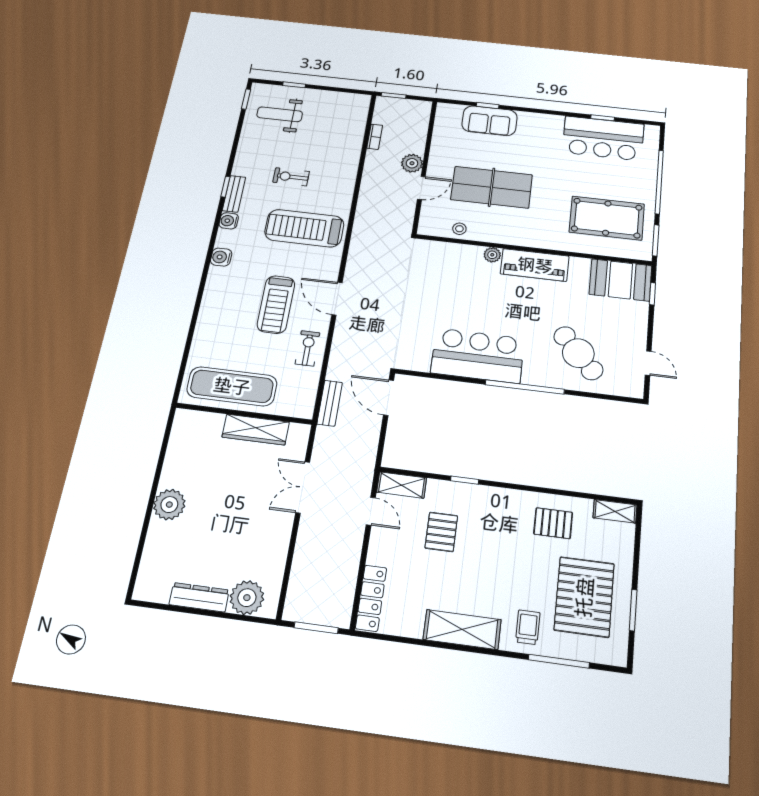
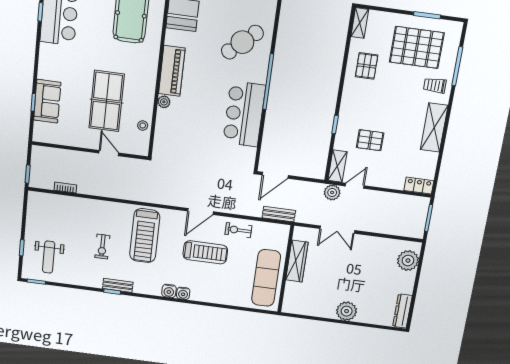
plant: (412, 163) -> (332, 192), moved
water cooler: (229, 221) -> (183, 293), moved
dresser: (199, 597) -> (402, 311), moved
locker: (371, 598) -> (419, 186), width x0.66

